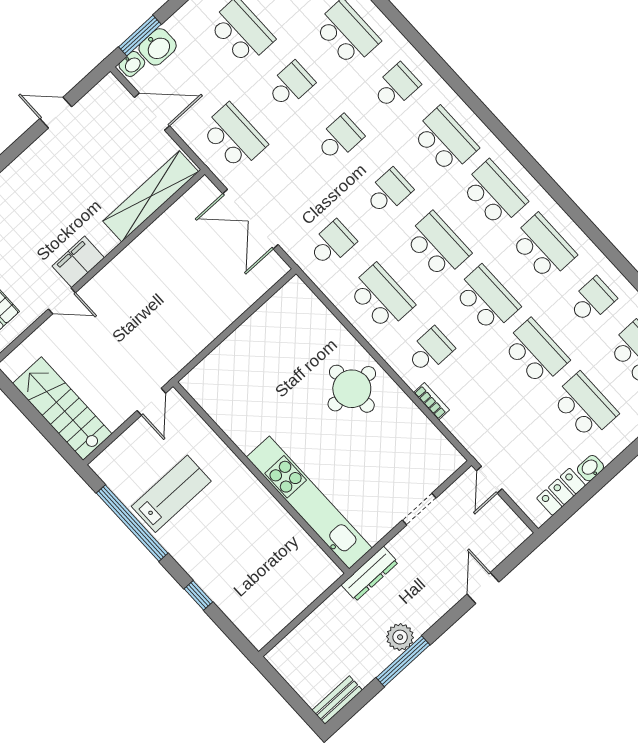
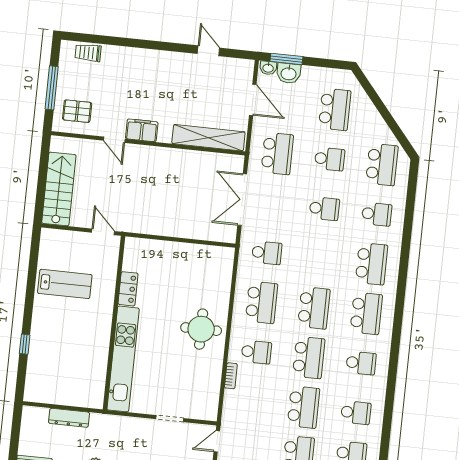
school desk: (388, 192) -> (319, 258), removed
school desk: (543, 247) -> (361, 363), width x0.54
door: (151, 402) -> (103, 232), swing flipped
locker: (238, 430) -> (128, 289), added
window: (132, 523) -> (32, 277), removed
dresser: (370, 574) -> (69, 418), moved

